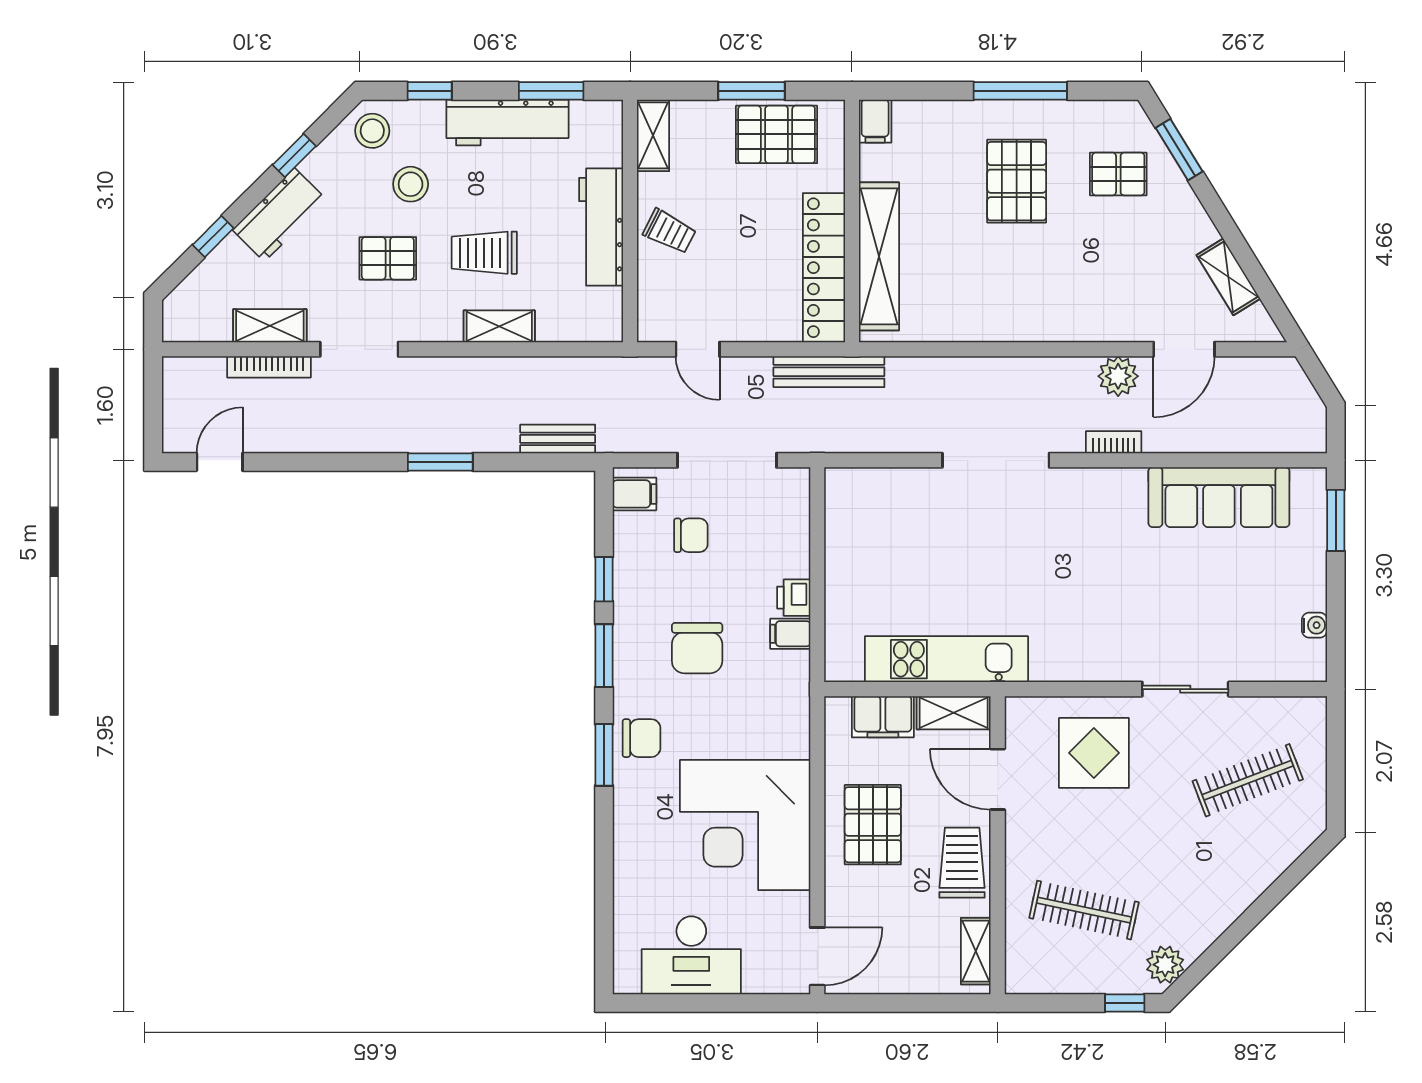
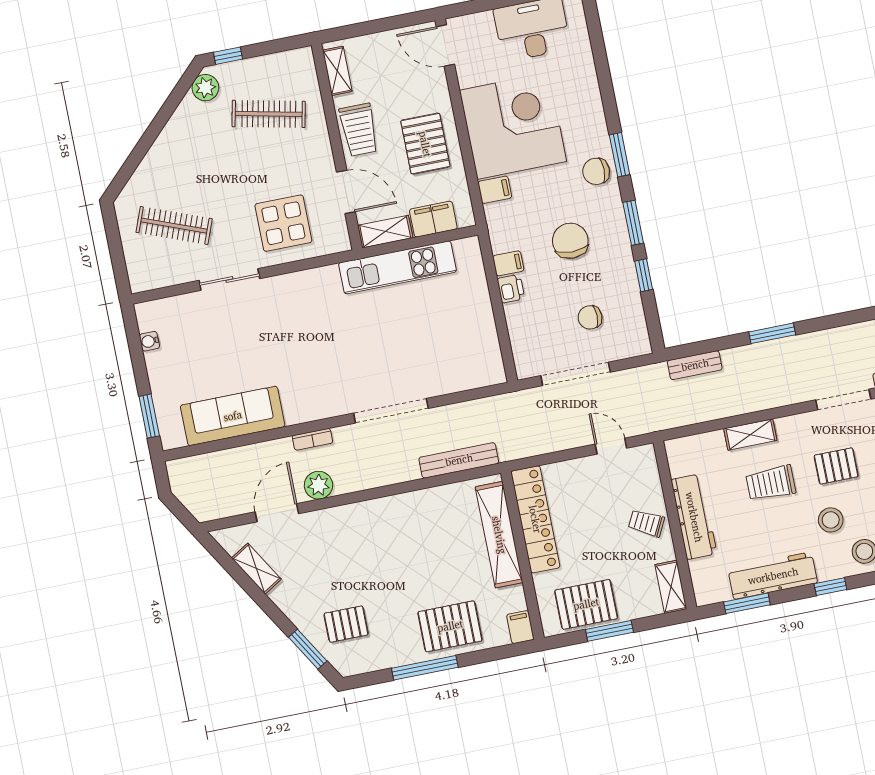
pallet: (1017, 181) -> (450, 626), moved, turned 90
trolley: (484, 253) -> (771, 483), turned 180
bench: (829, 372) -> (459, 460), moved
filing cabinet: (634, 494) -> (495, 190), moved, turned 180
clothes rail: (1248, 780) -> (174, 226), turned 42
door: (817, 956) -> (445, 46), hinge flipped

